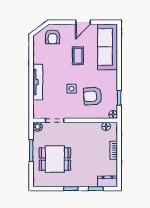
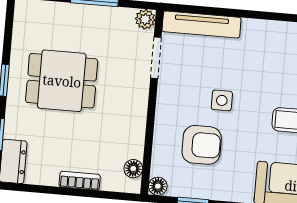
tv unit: (38, 82) -> (202, 25), moved
armchair: (93, 96) -> (202, 145), turned 94
dining table: (55, 159) -> (62, 81), moved, turned 90

